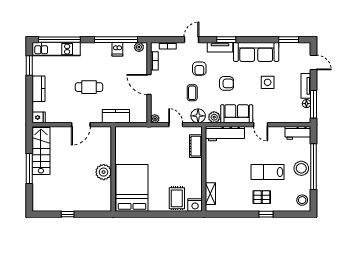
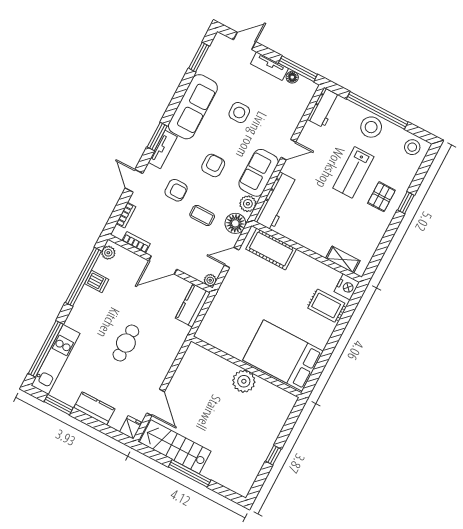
kitchen counter: (116, 116) -> (193, 305), moved
door: (81, 125) -> (156, 402), moved
cot: (196, 146) -> (271, 249), width x1.37, depth x1.34

